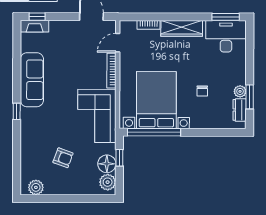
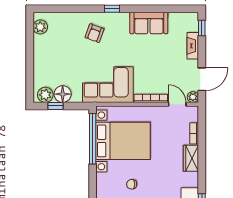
fireplace: (35, 26) -> (193, 46), moved
plant: (110, 26) -> (193, 97), added
wardrobe: (182, 28) -> (191, 158), width x0.67
sofa: (32, 80) -> (149, 23), width x0.73
armchair: (63, 158) -> (95, 33), moved
window: (119, 158) -> (56, 106), moved

